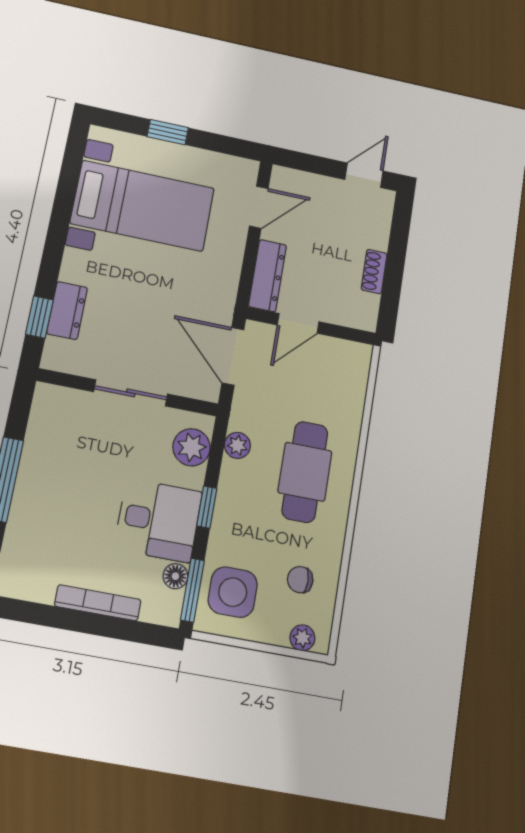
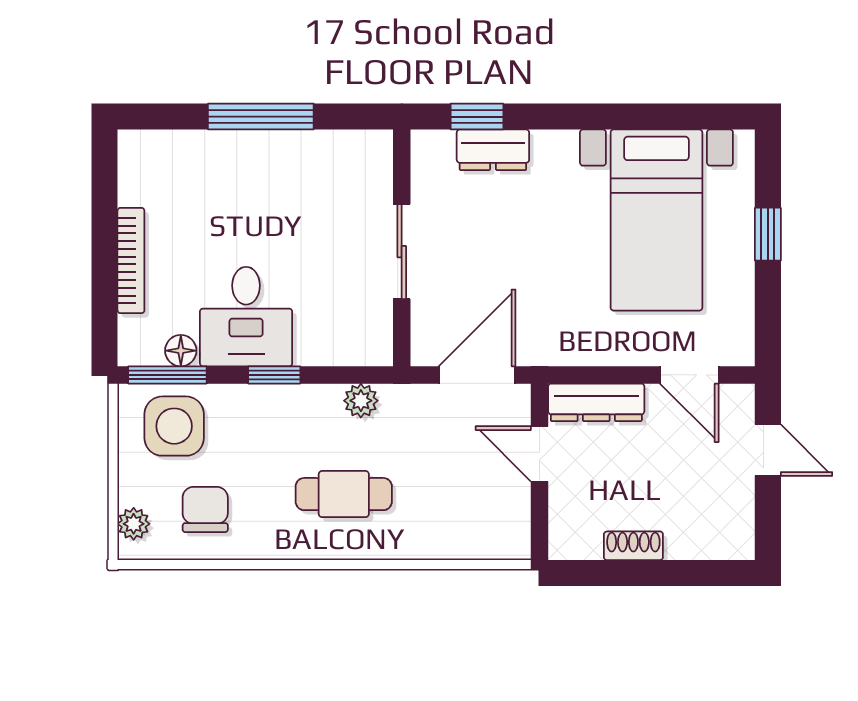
door: (364, 175) -> (768, 450), moved
plant: (192, 447) -> (347, 342), removed
cafe table: (305, 472) -> (344, 494), width x0.73, depth x0.74
chair: (300, 580) -> (205, 509), width x1.37, depth x1.37

